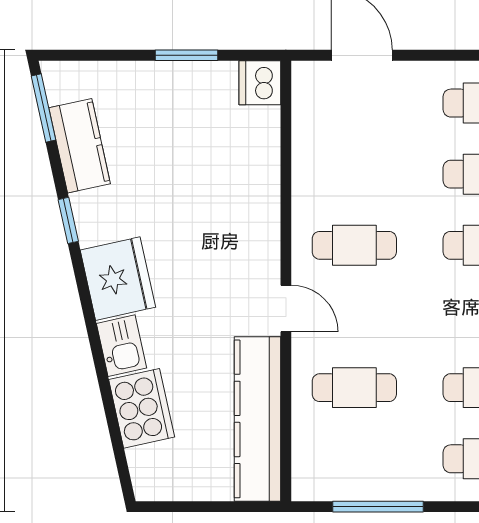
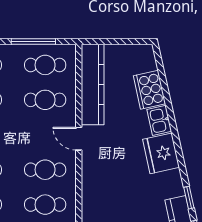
cafe table: (354, 174) -> (45, 205), added
window: (68, 220) -> (189, 198), moved
cafe table: (354, 459) -> (45, 65), added

